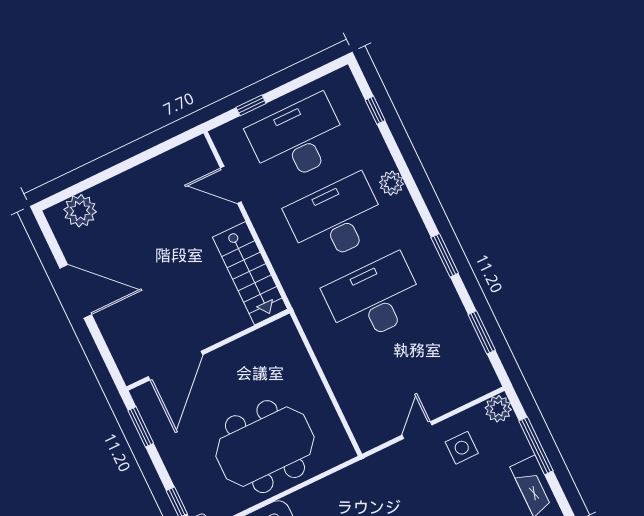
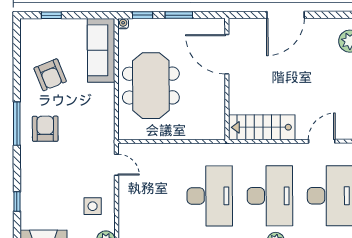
door: (76, 291) -> (285, 15), moved
window: (141, 427) -> (179, 15), moved
door: (417, 430) -> (116, 165), moved

